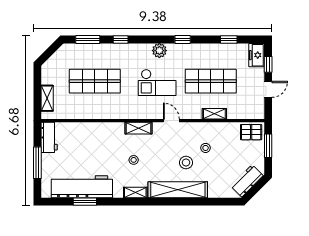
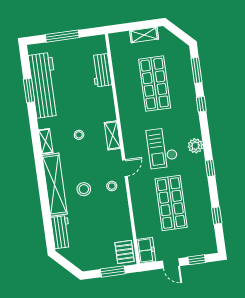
freezer: (257, 55) -> (146, 250), moved, turned 90
shelving: (47, 98) -> (144, 35), moved
shelving: (214, 114) -> (138, 211), removed
workbench: (49, 137) -> (101, 70), moved, turned 90
stool: (206, 148) -> (112, 186), moved
workbench: (247, 181) -> (61, 232), moved, turned 45

